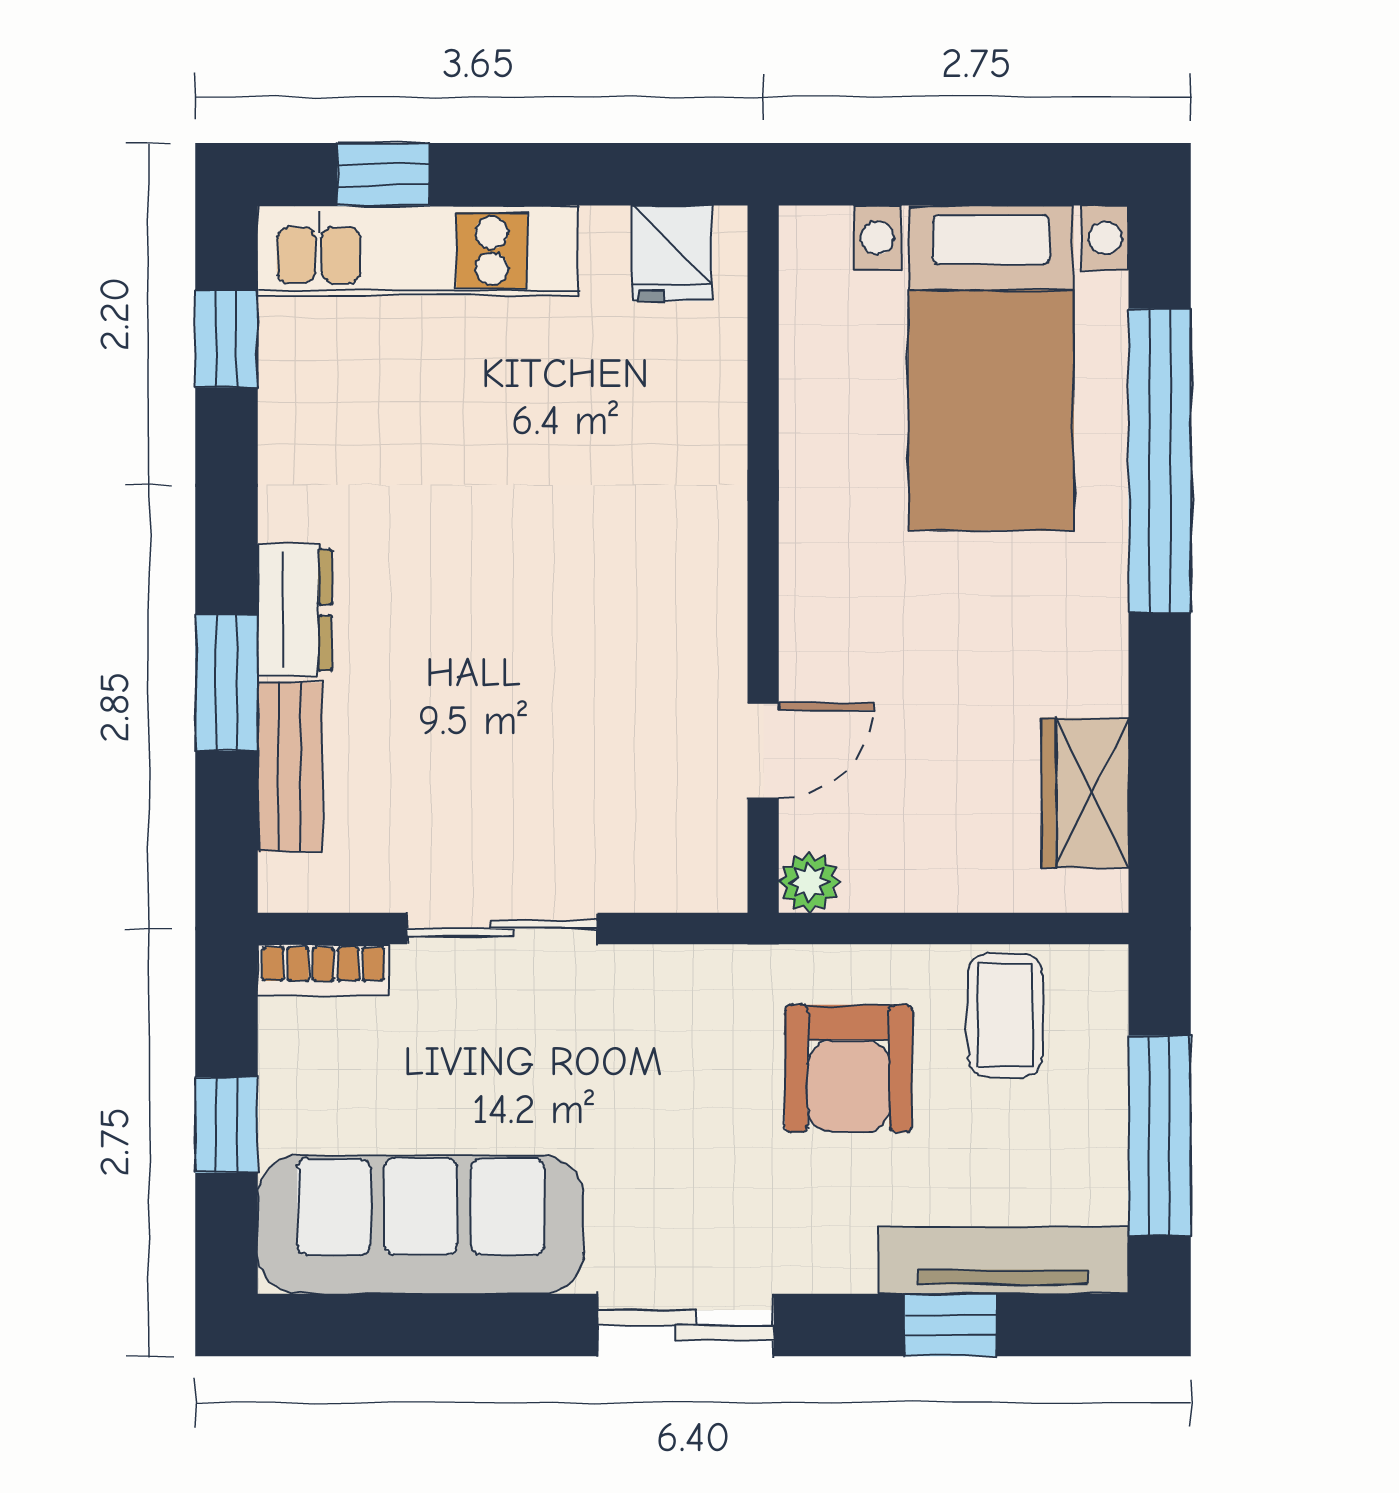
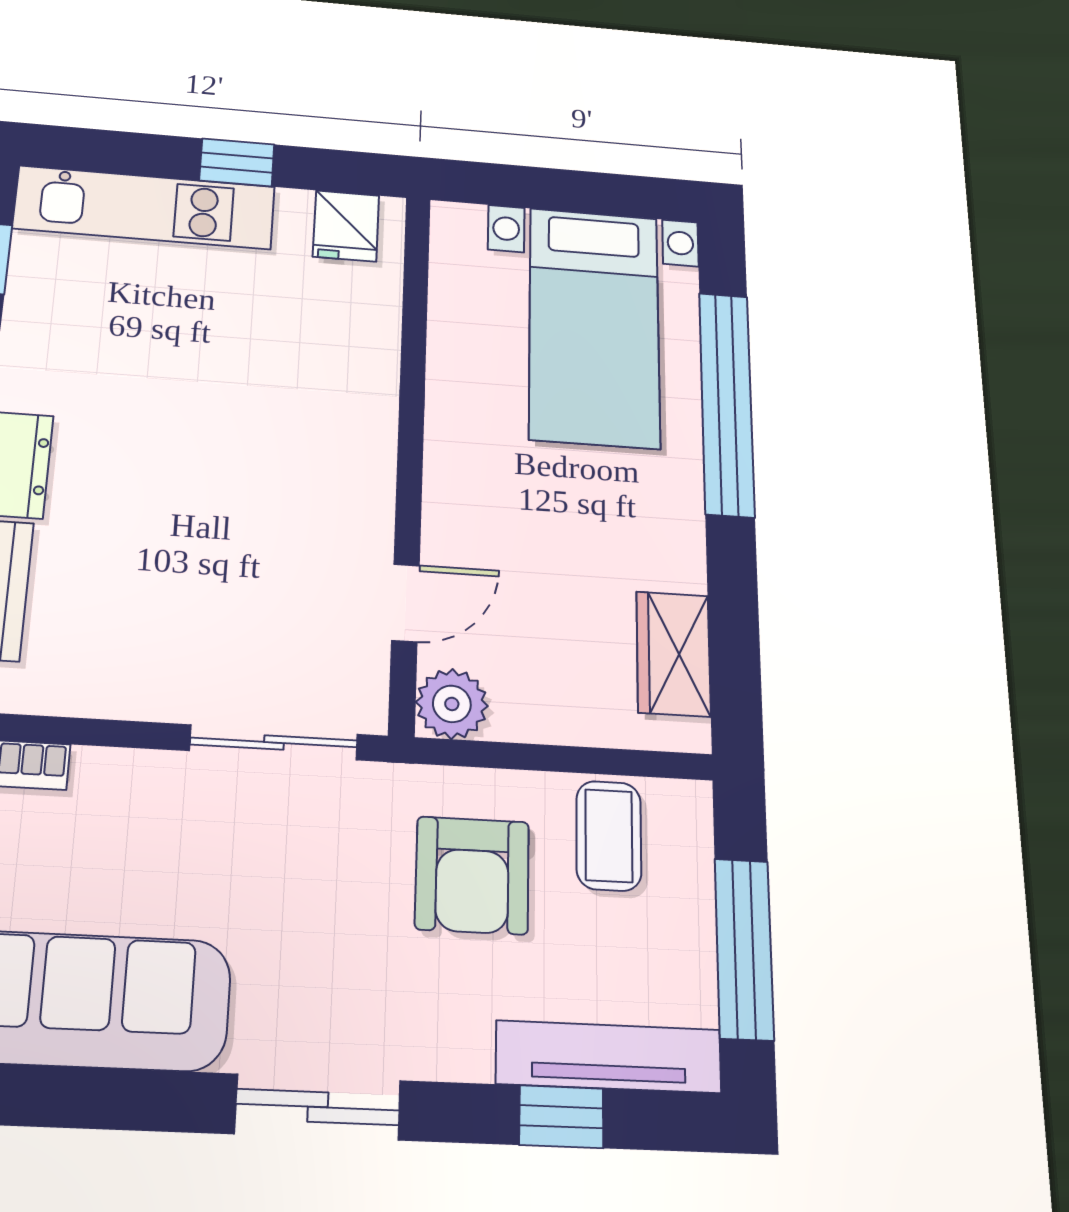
window: (383, 174) -> (237, 162), moved
plant: (809, 882) -> (452, 704), width x1.38, depth x1.38
sliding door: (502, 929) -> (274, 742), moved

